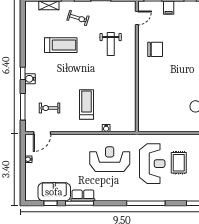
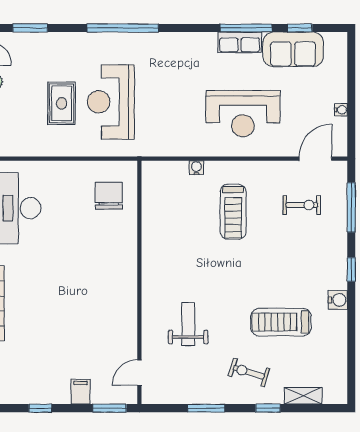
chair: (155, 49) -> (109, 196), moved, turned 90
water cooler: (30, 79) -> (338, 300), moved
reception desk: (110, 159) -> (243, 114), moved

